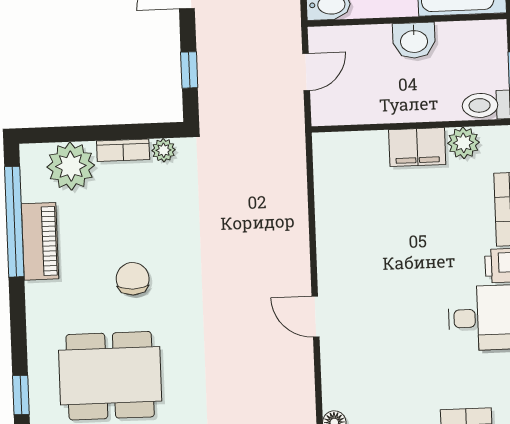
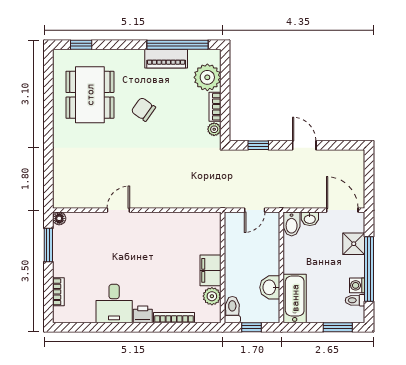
washbasin: (414, 40) -> (270, 287), moved
door: (306, 72) -> (255, 210), hinge flipped
chair: (133, 279) -> (143, 109), turned -145

